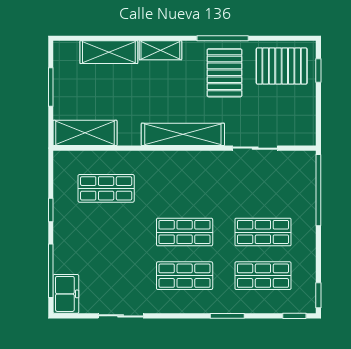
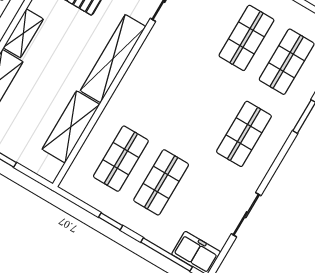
shelving: (85, 133) -> (71, 127), moved
shop shelf: (185, 232) -> (161, 182), moved

